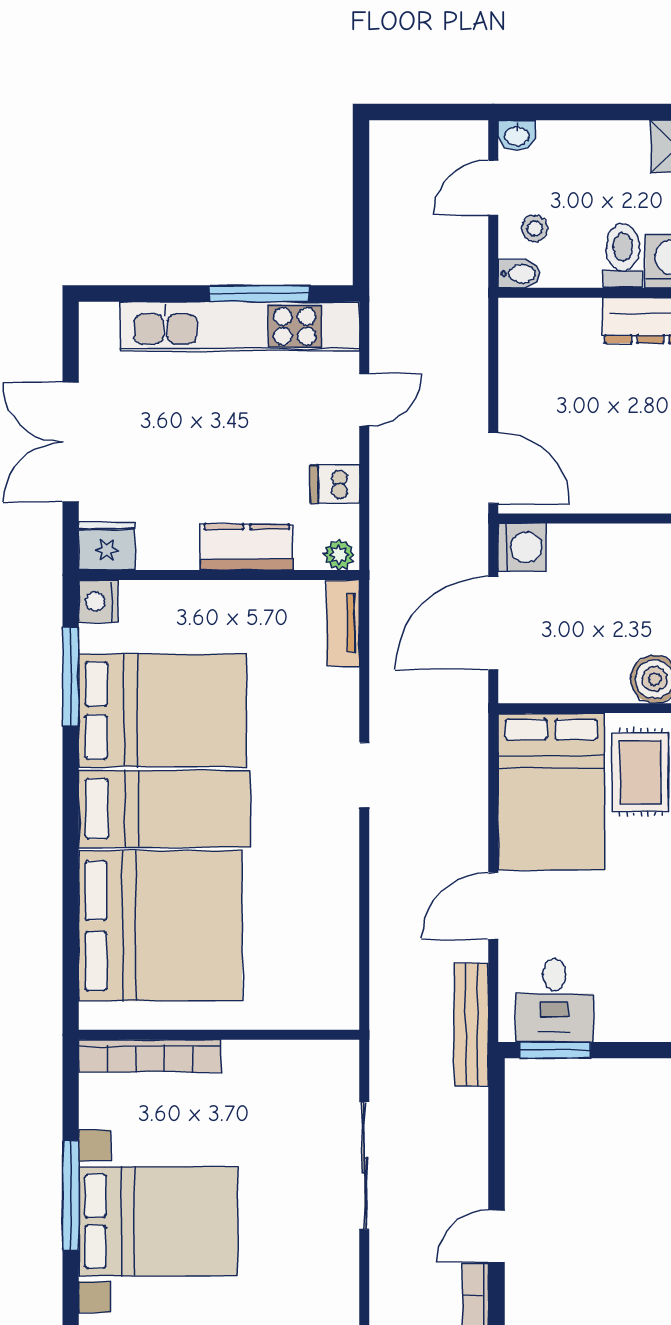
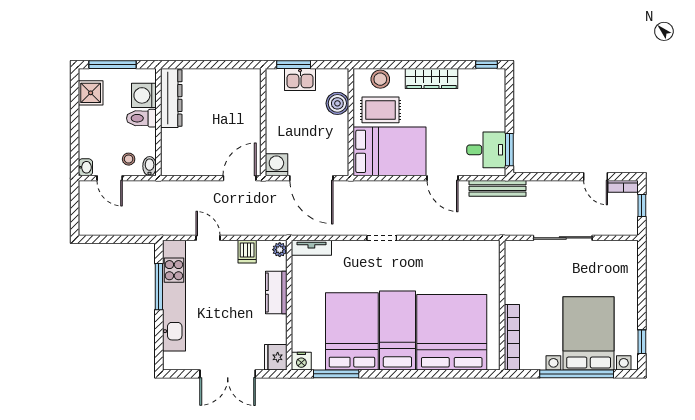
window: (71, 1195) -> (577, 374), width x1.46

